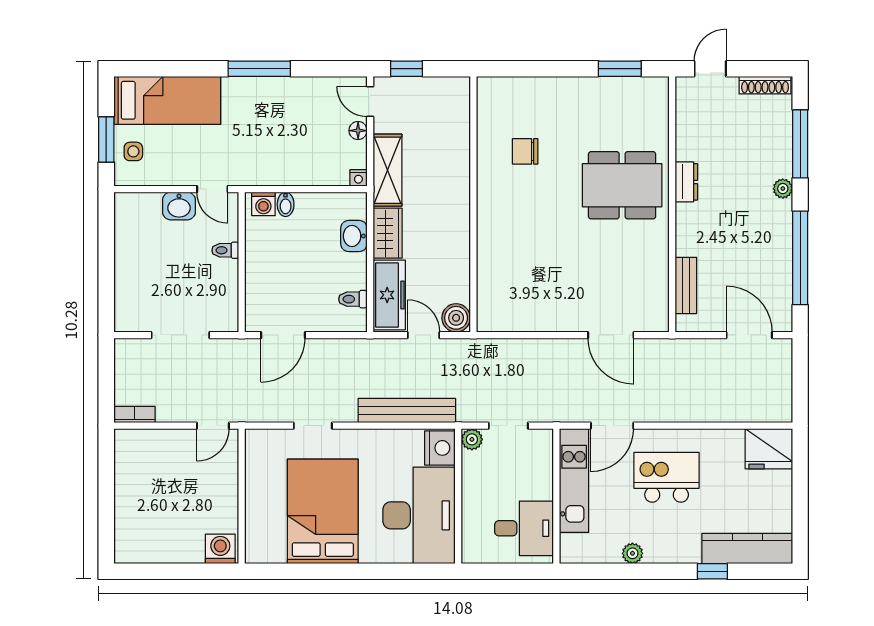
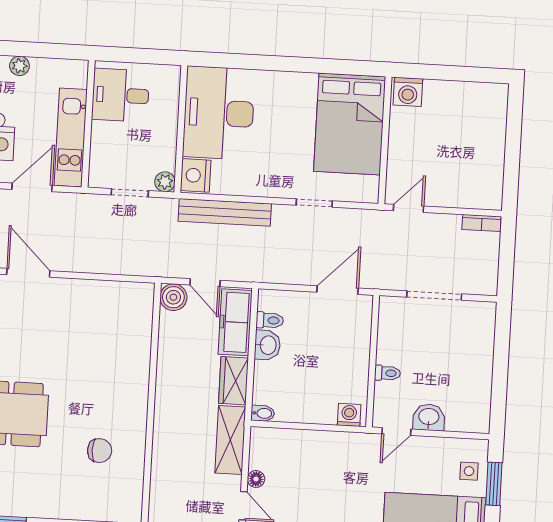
nightstand: (358, 178) -> (258, 434), removed
door: (212, 189) -> (396, 432), swing flipped
bidet: (286, 204) -> (263, 413), moved, turned 90
washbasin: (354, 236) -> (267, 345), moved
bed: (323, 511) -> (350, 124), moved

